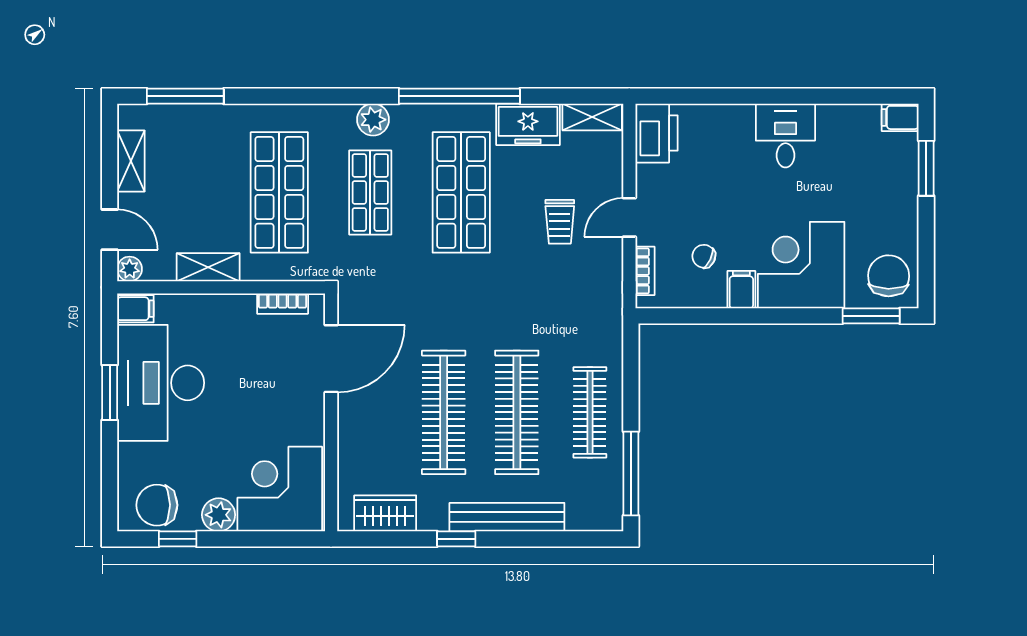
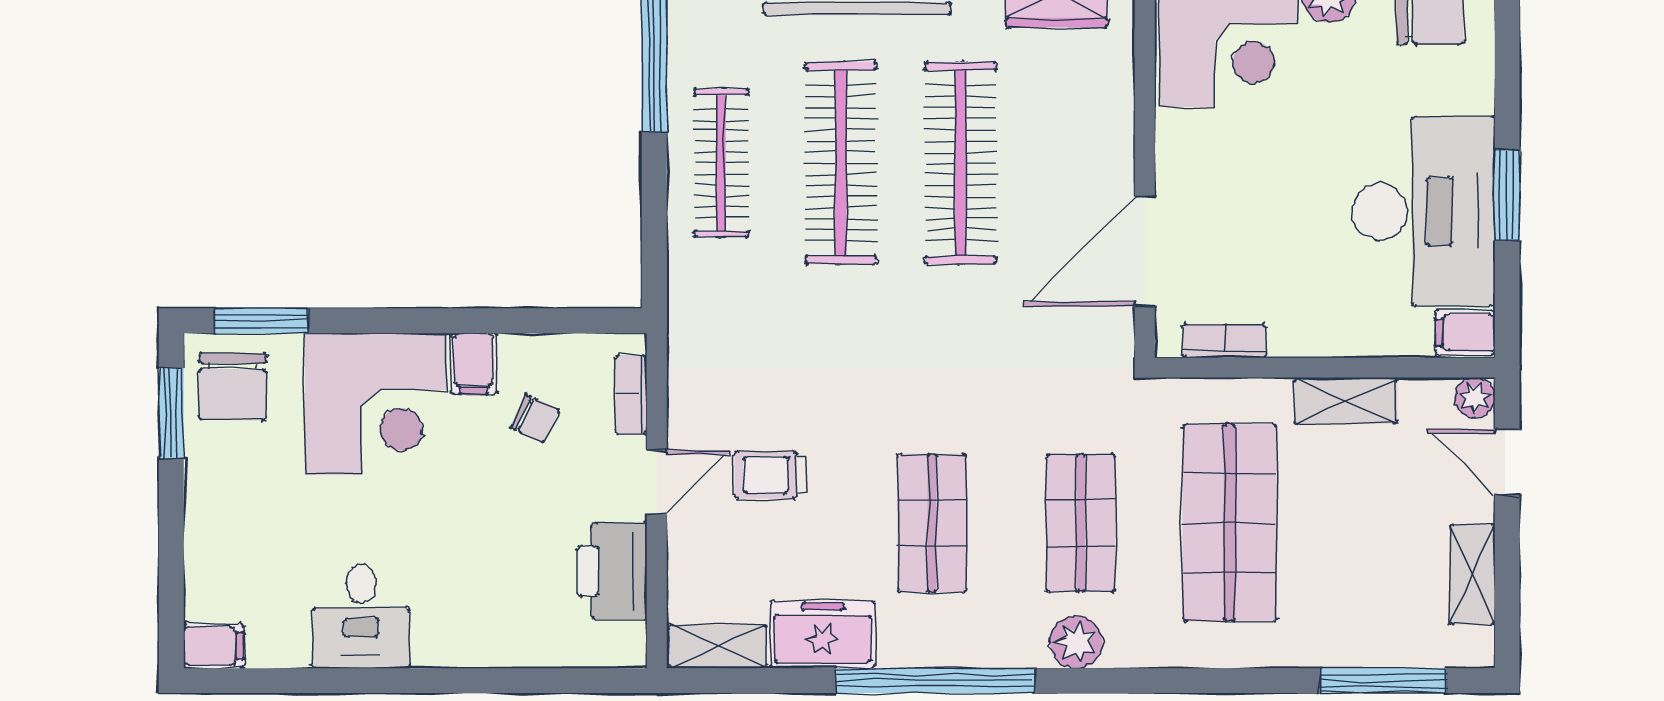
printer: (657, 133) -> (612, 571), moved
desk: (785, 136) -> (361, 616), moved
window: (926, 168) -> (171, 413), moved
shop shelf: (461, 192) -> (932, 523), width x0.70, depth x0.74
trolley: (560, 222) -> (771, 475), turned -90

